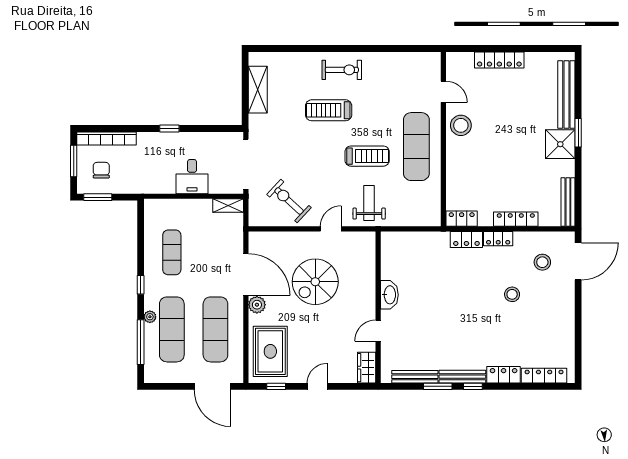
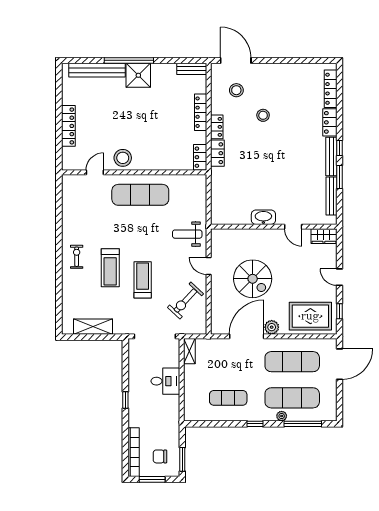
exercise bike: (342, 70) -> (77, 257), width x0.73, depth x0.72
window: (578, 133) -> (129, 60), width x2.11
treadmill: (367, 156) -> (143, 280), moved
bench: (568, 202) -> (192, 69), width x0.73

